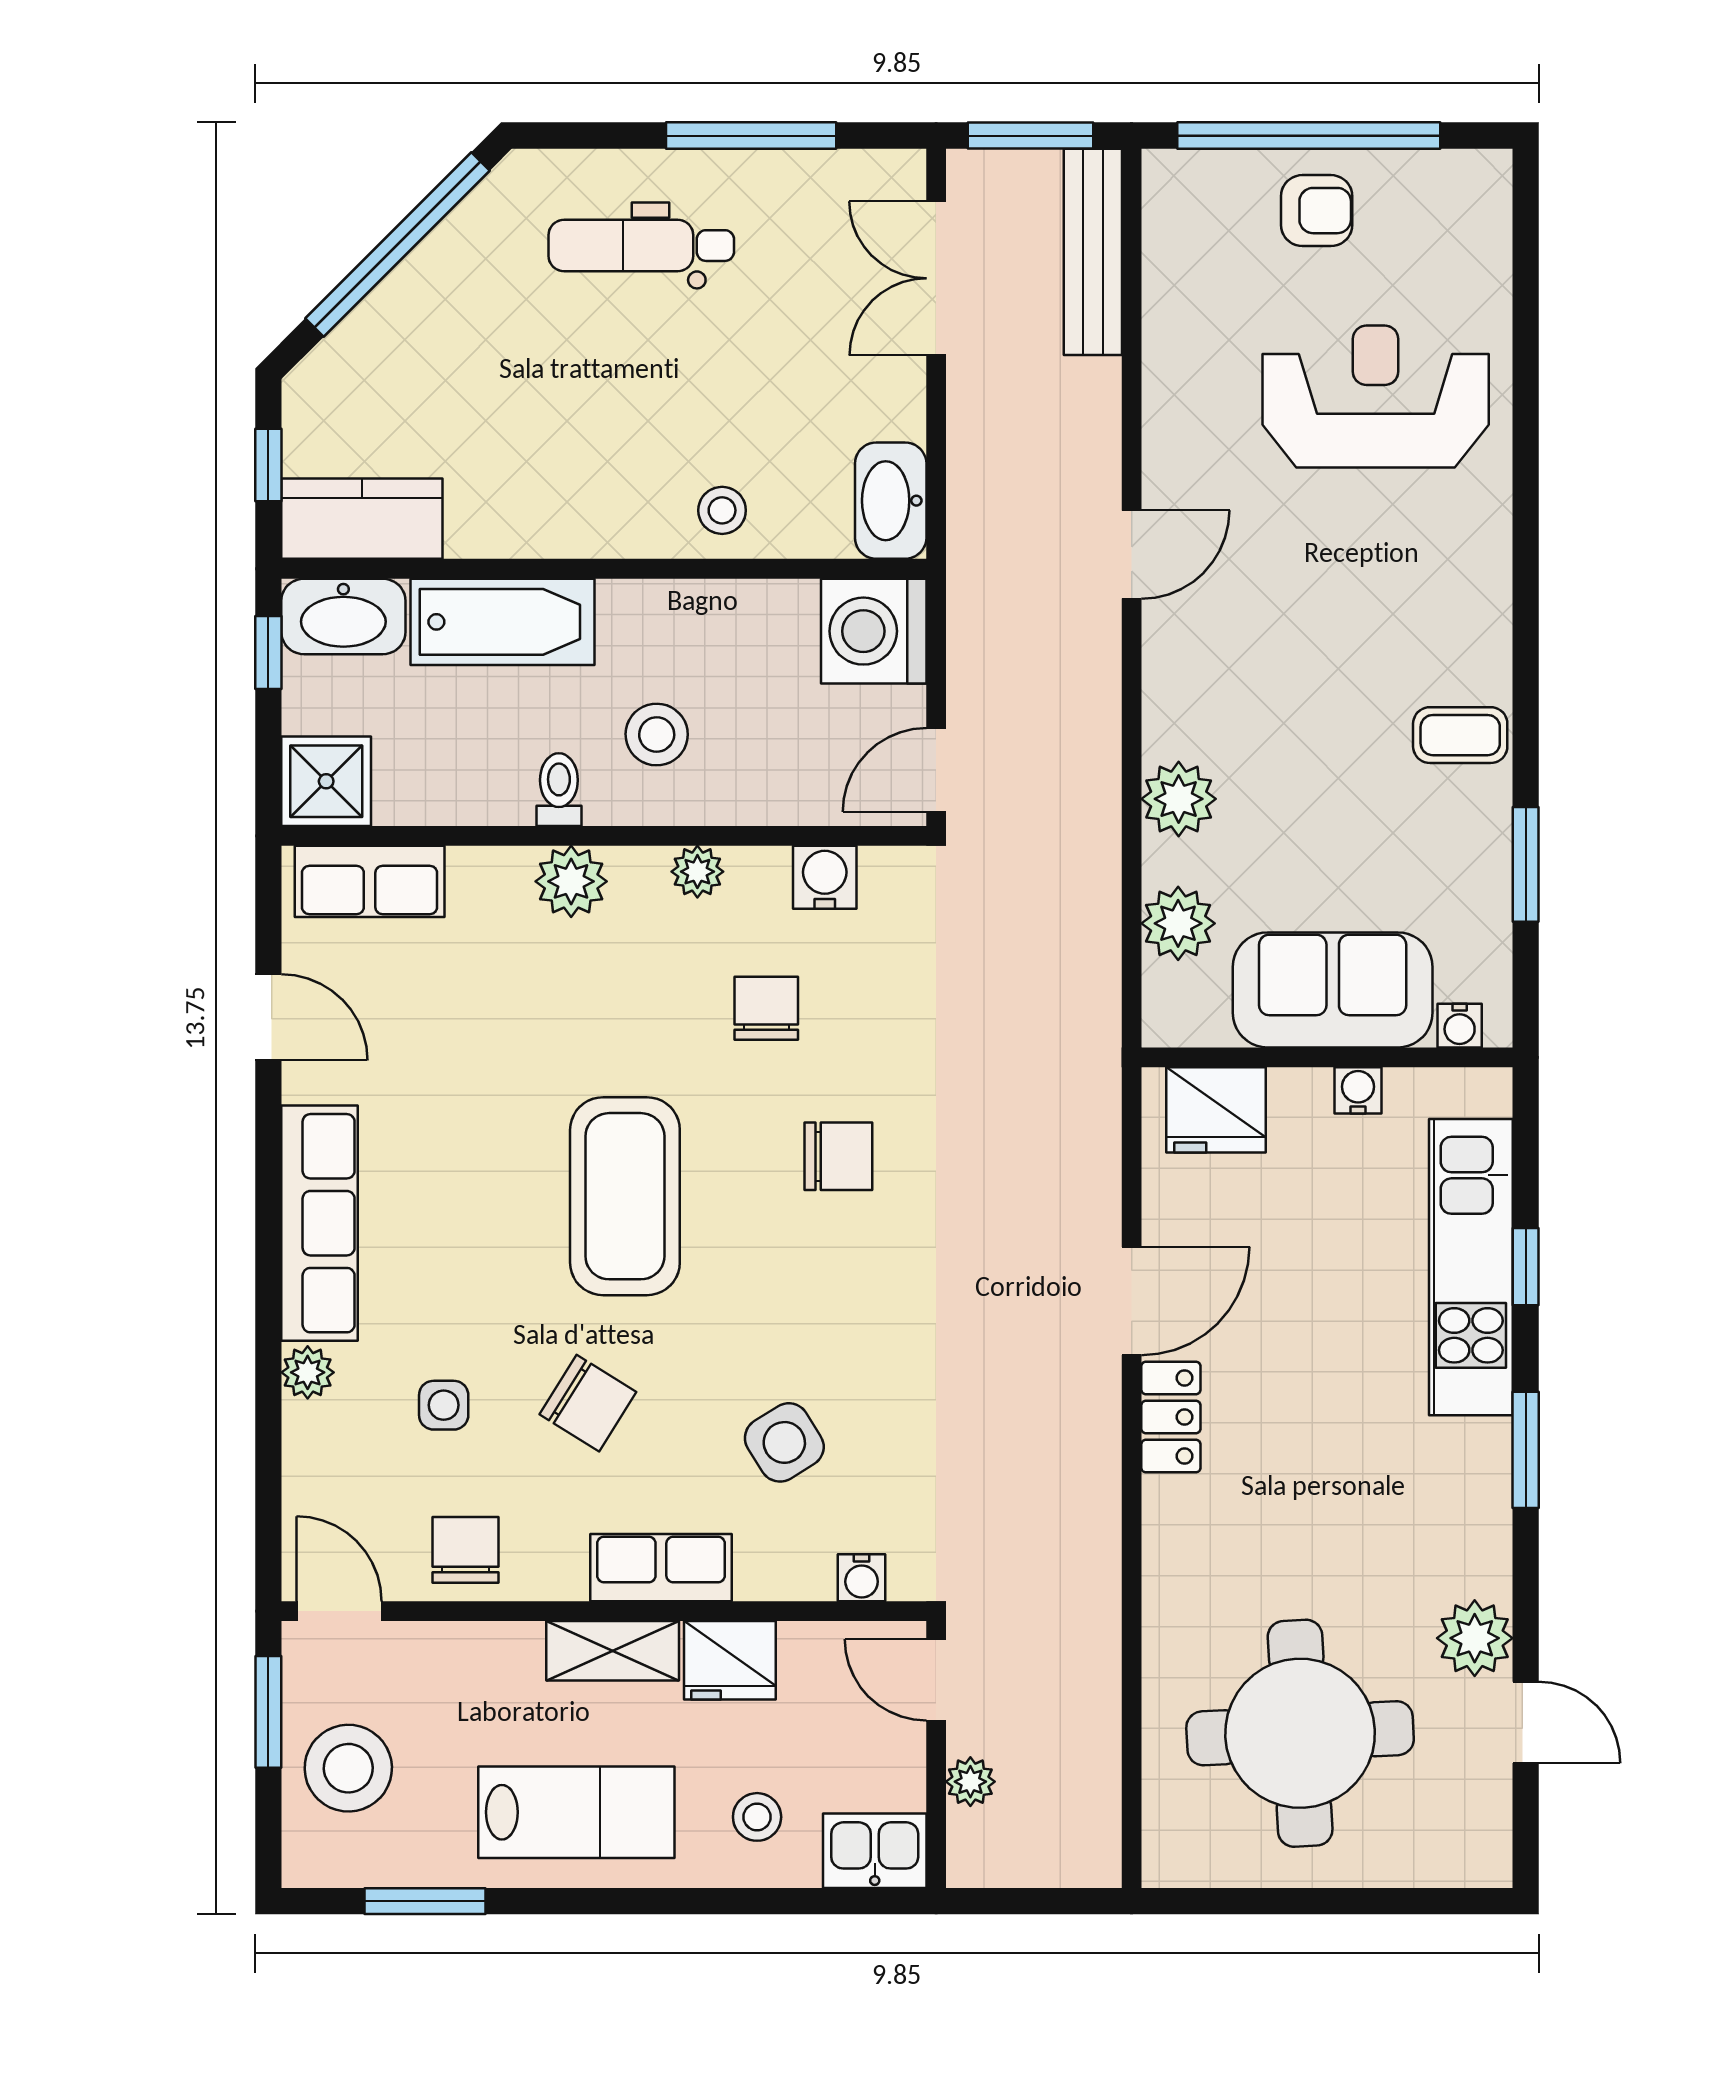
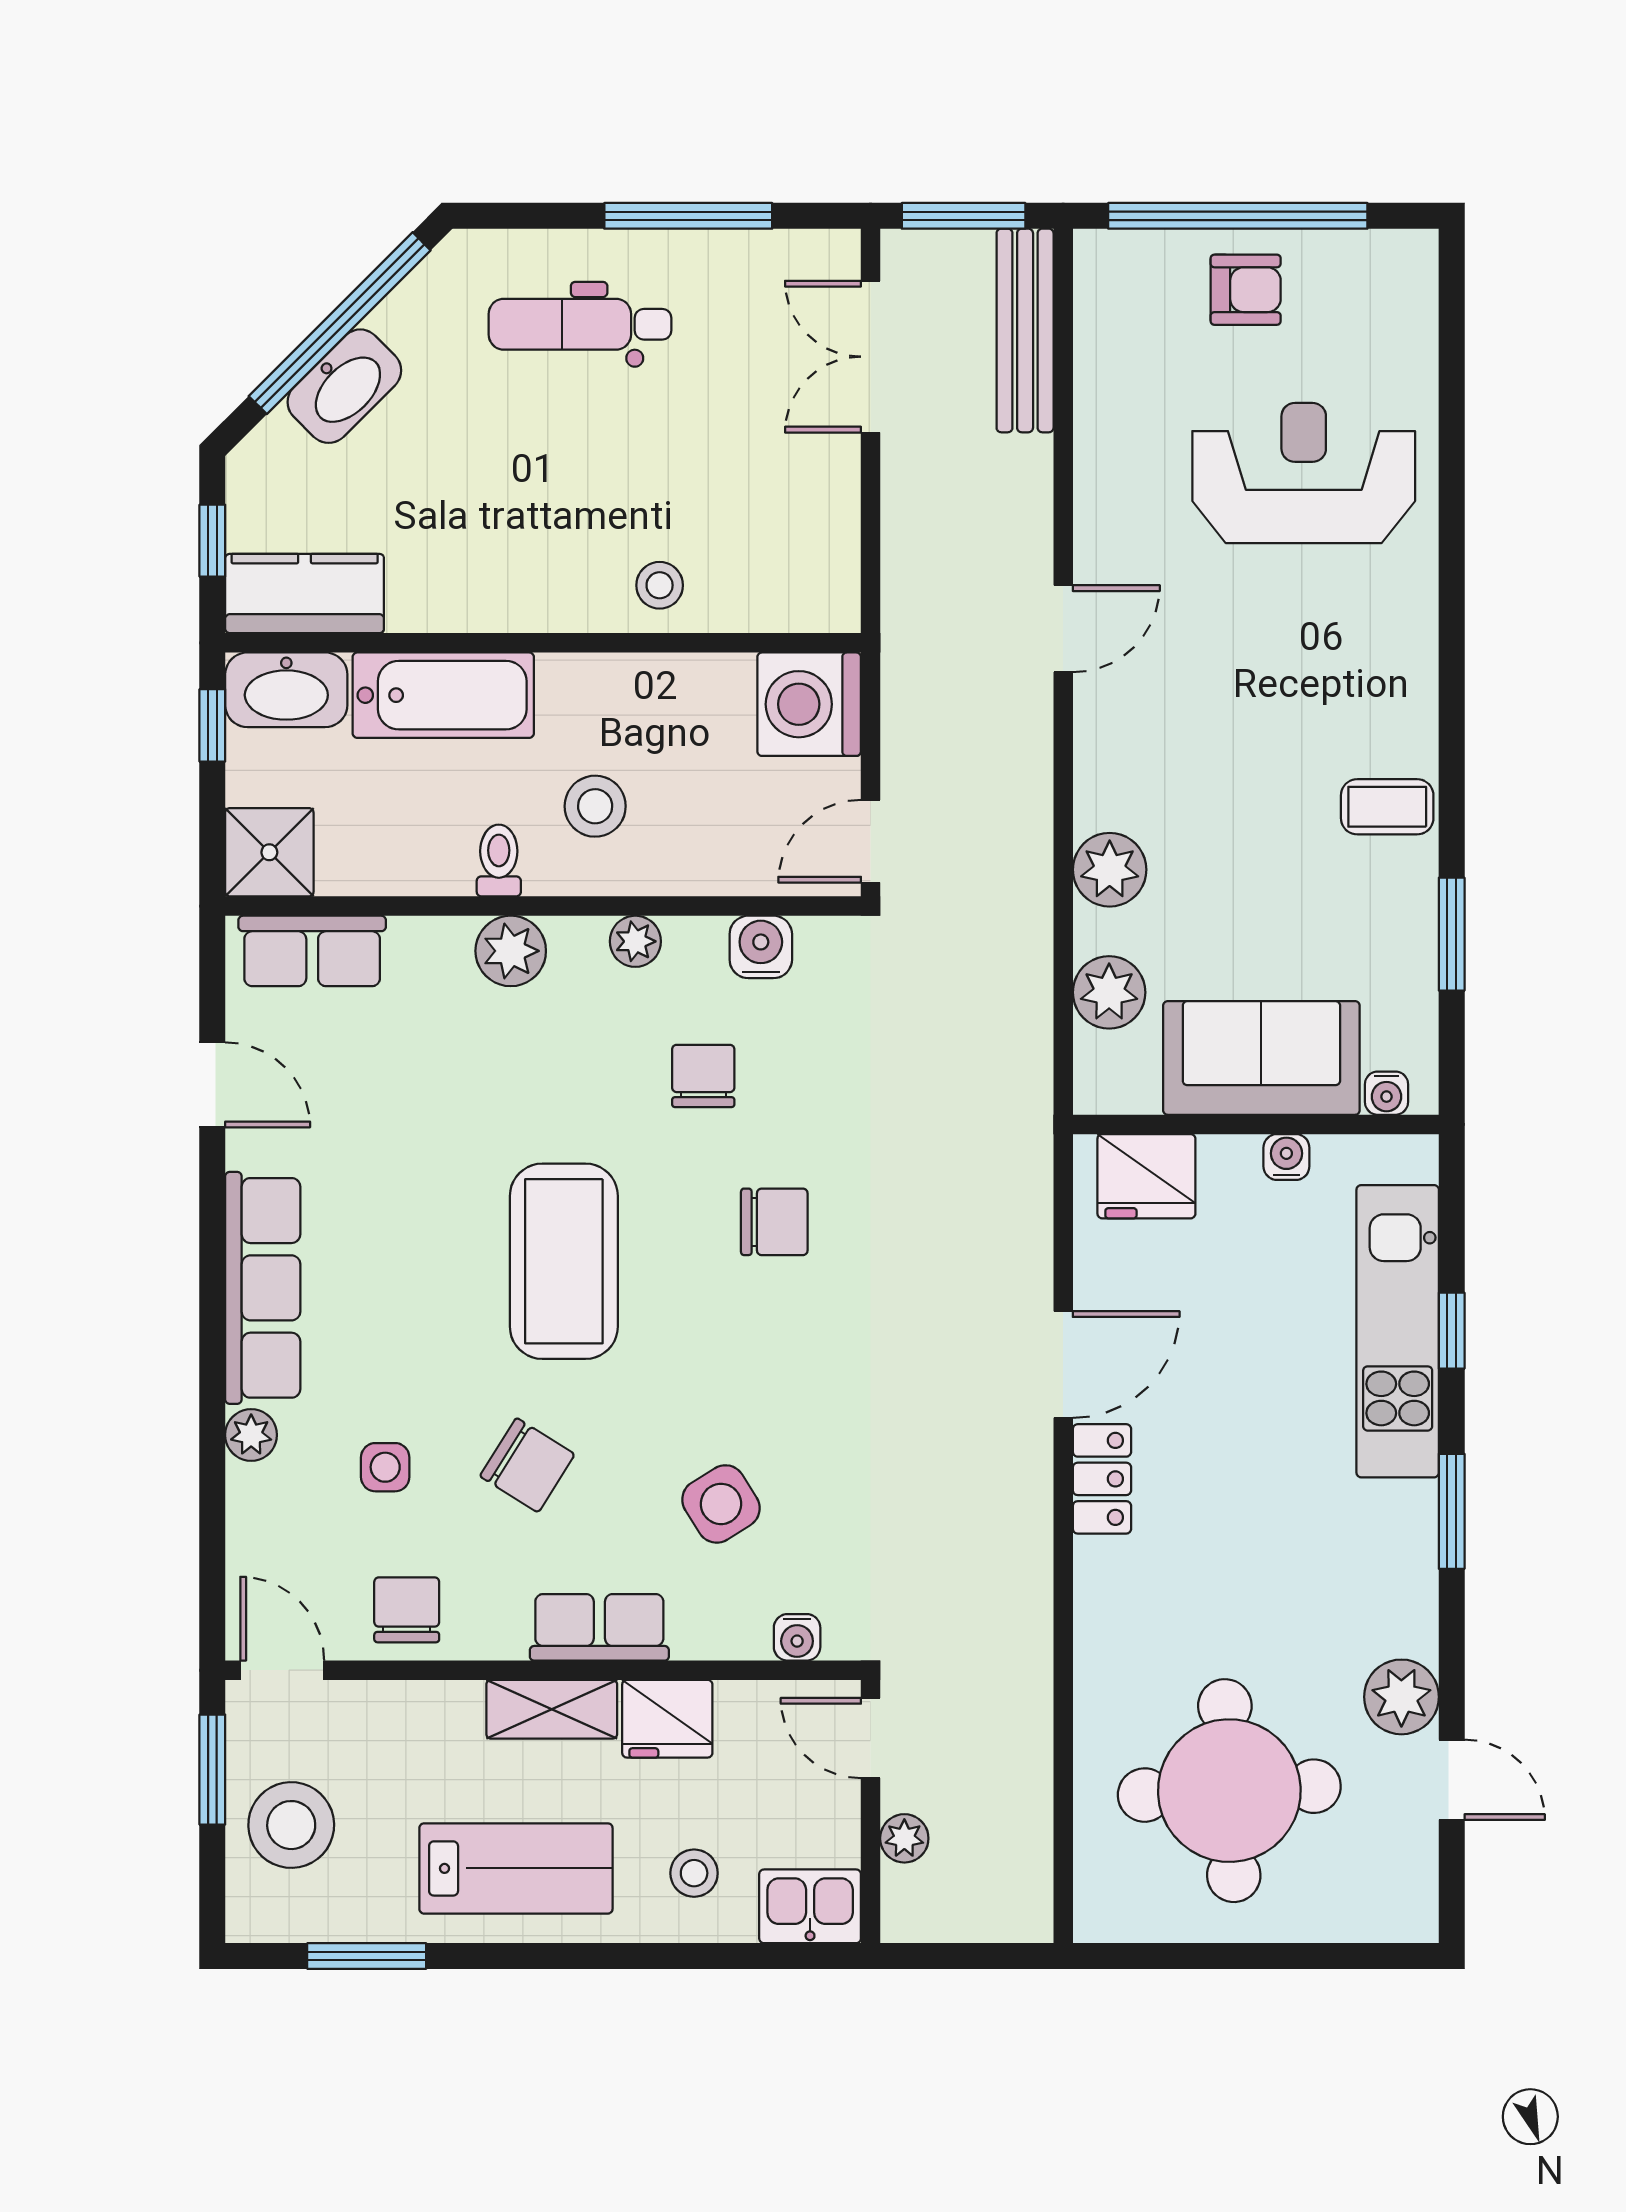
washbasin: (891, 501) -> (344, 386), moved, turned -135

